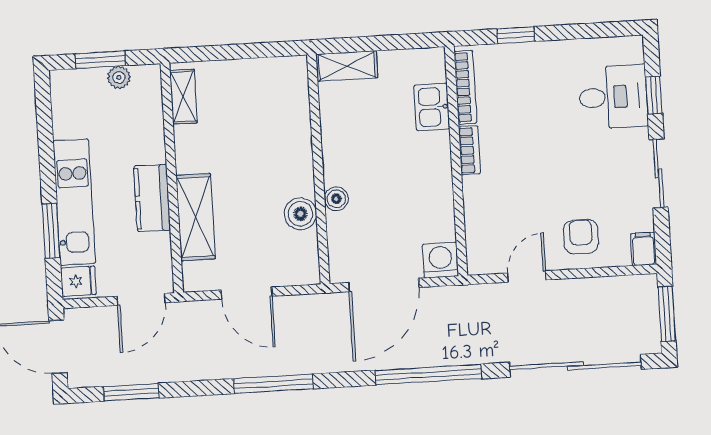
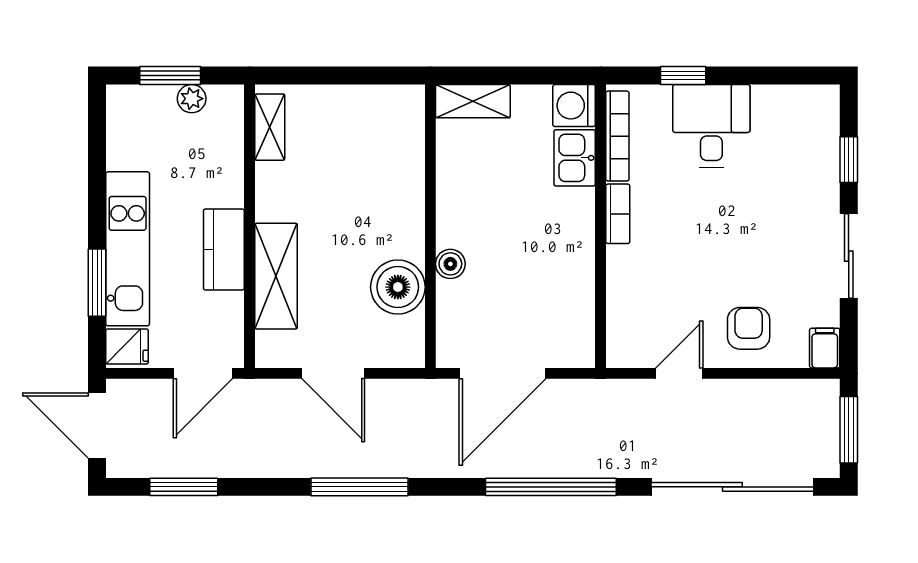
desk: (613, 97) -> (711, 126), moved, turned -90
boiler: (300, 214) -> (398, 287), width x1.37, depth x1.37
washing machine: (440, 260) -> (574, 106), moved, turned -90

